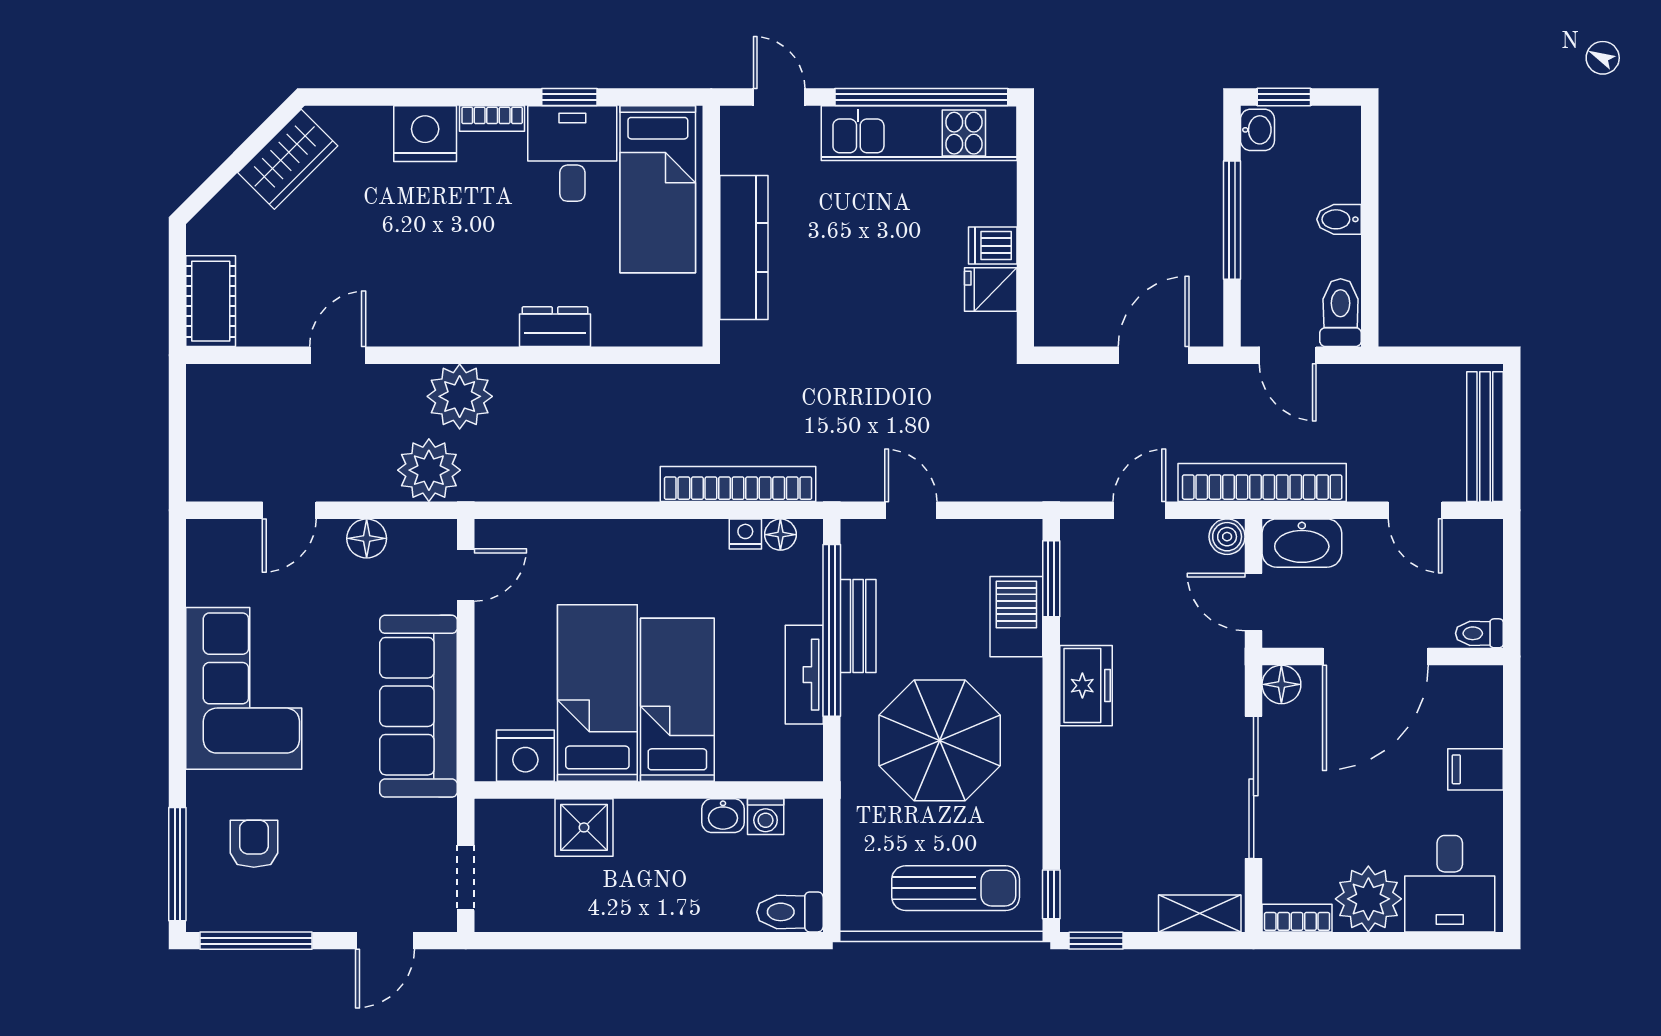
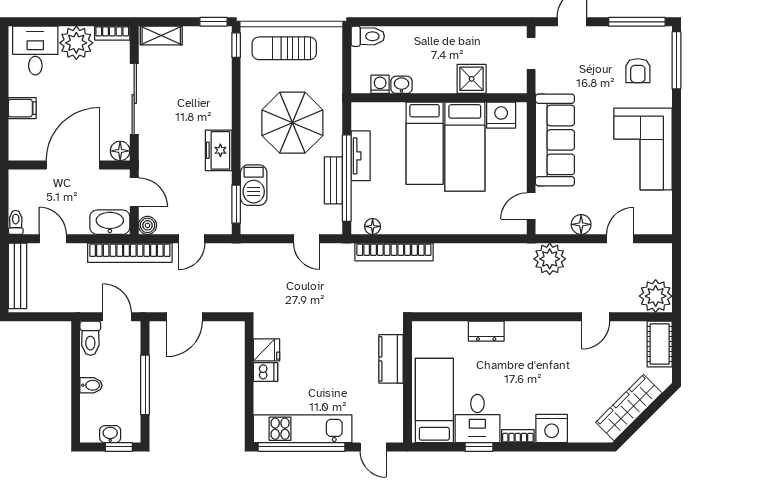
washbasin: (1257, 130) -> (110, 434), moved, turned 90
wardrobe: (288, 159) -> (629, 408), width x1.50
kitchen counter: (744, 248) -> (391, 359), width x0.67
plant: (460, 396) -> (656, 296), moved
nightstand: (745, 534) -> (390, 227), removed
toilet: (1479, 633) -> (16, 222), moved, turned -90

